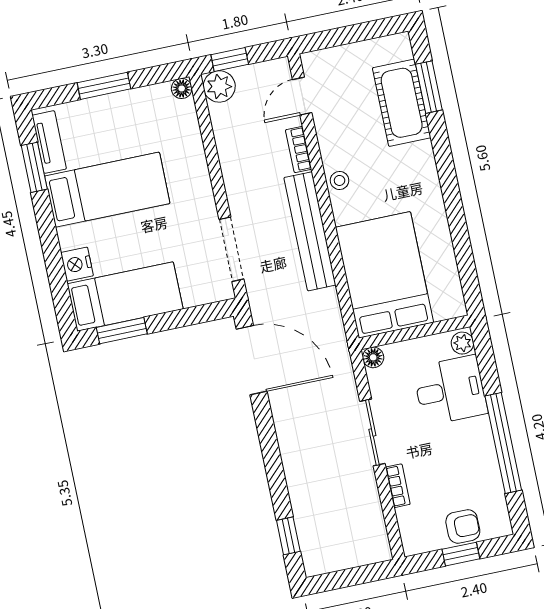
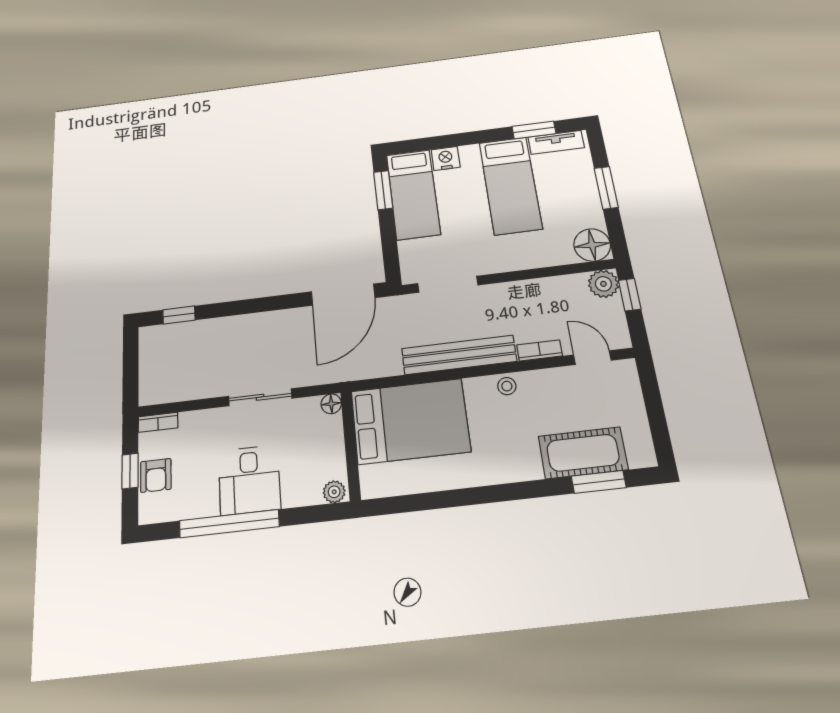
floor lamp: (182, 89) -> (592, 245), width x1.89, depth x1.89
desk: (450, 390) -> (249, 480), moved
bookcase: (398, 486) -> (158, 422), moved

